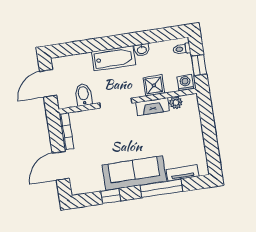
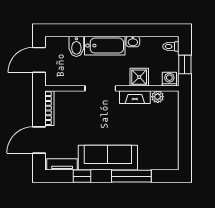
bidet: (83, 95) -> (76, 46), moved, turned 180
tv unit: (182, 173) -> (62, 164), moved

